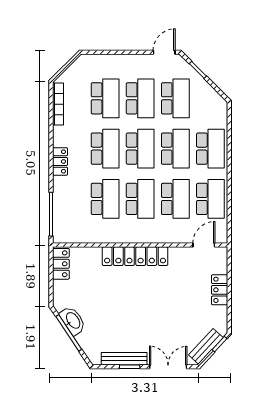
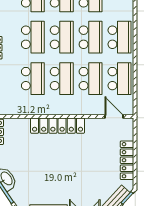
door: (204, 245) -> (114, 117), hinge flipped
locker: (220, 290) -> (127, 160), width x1.53

